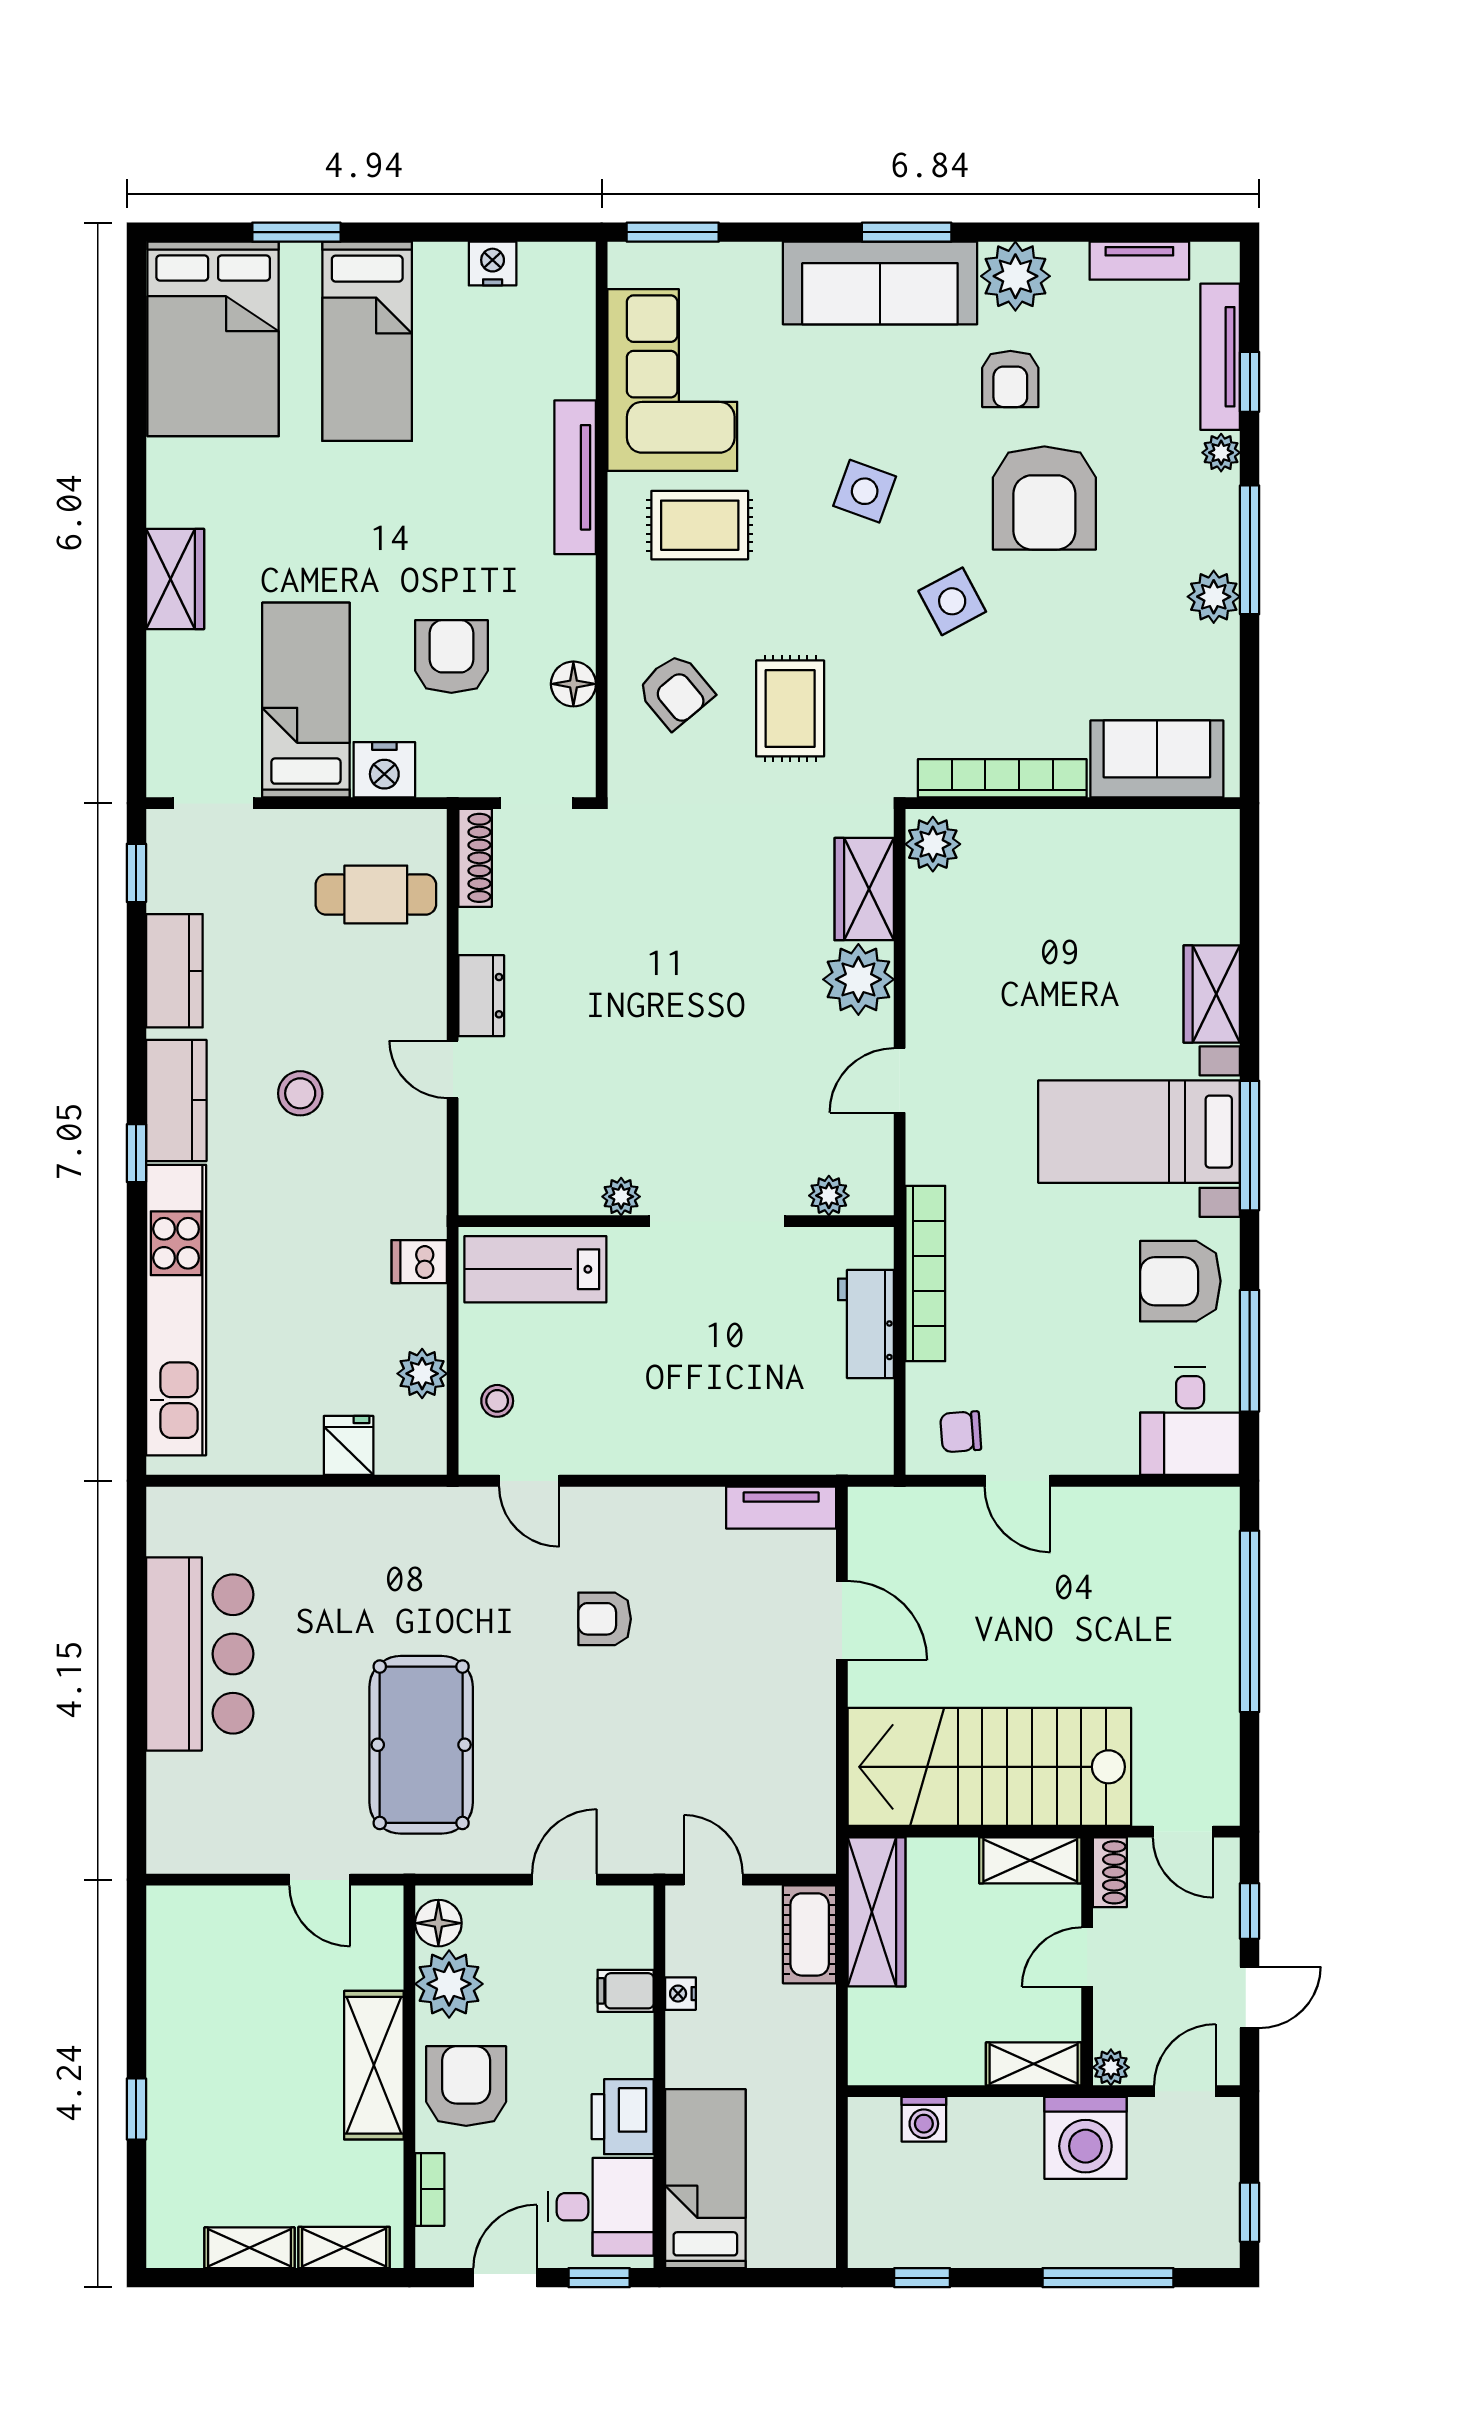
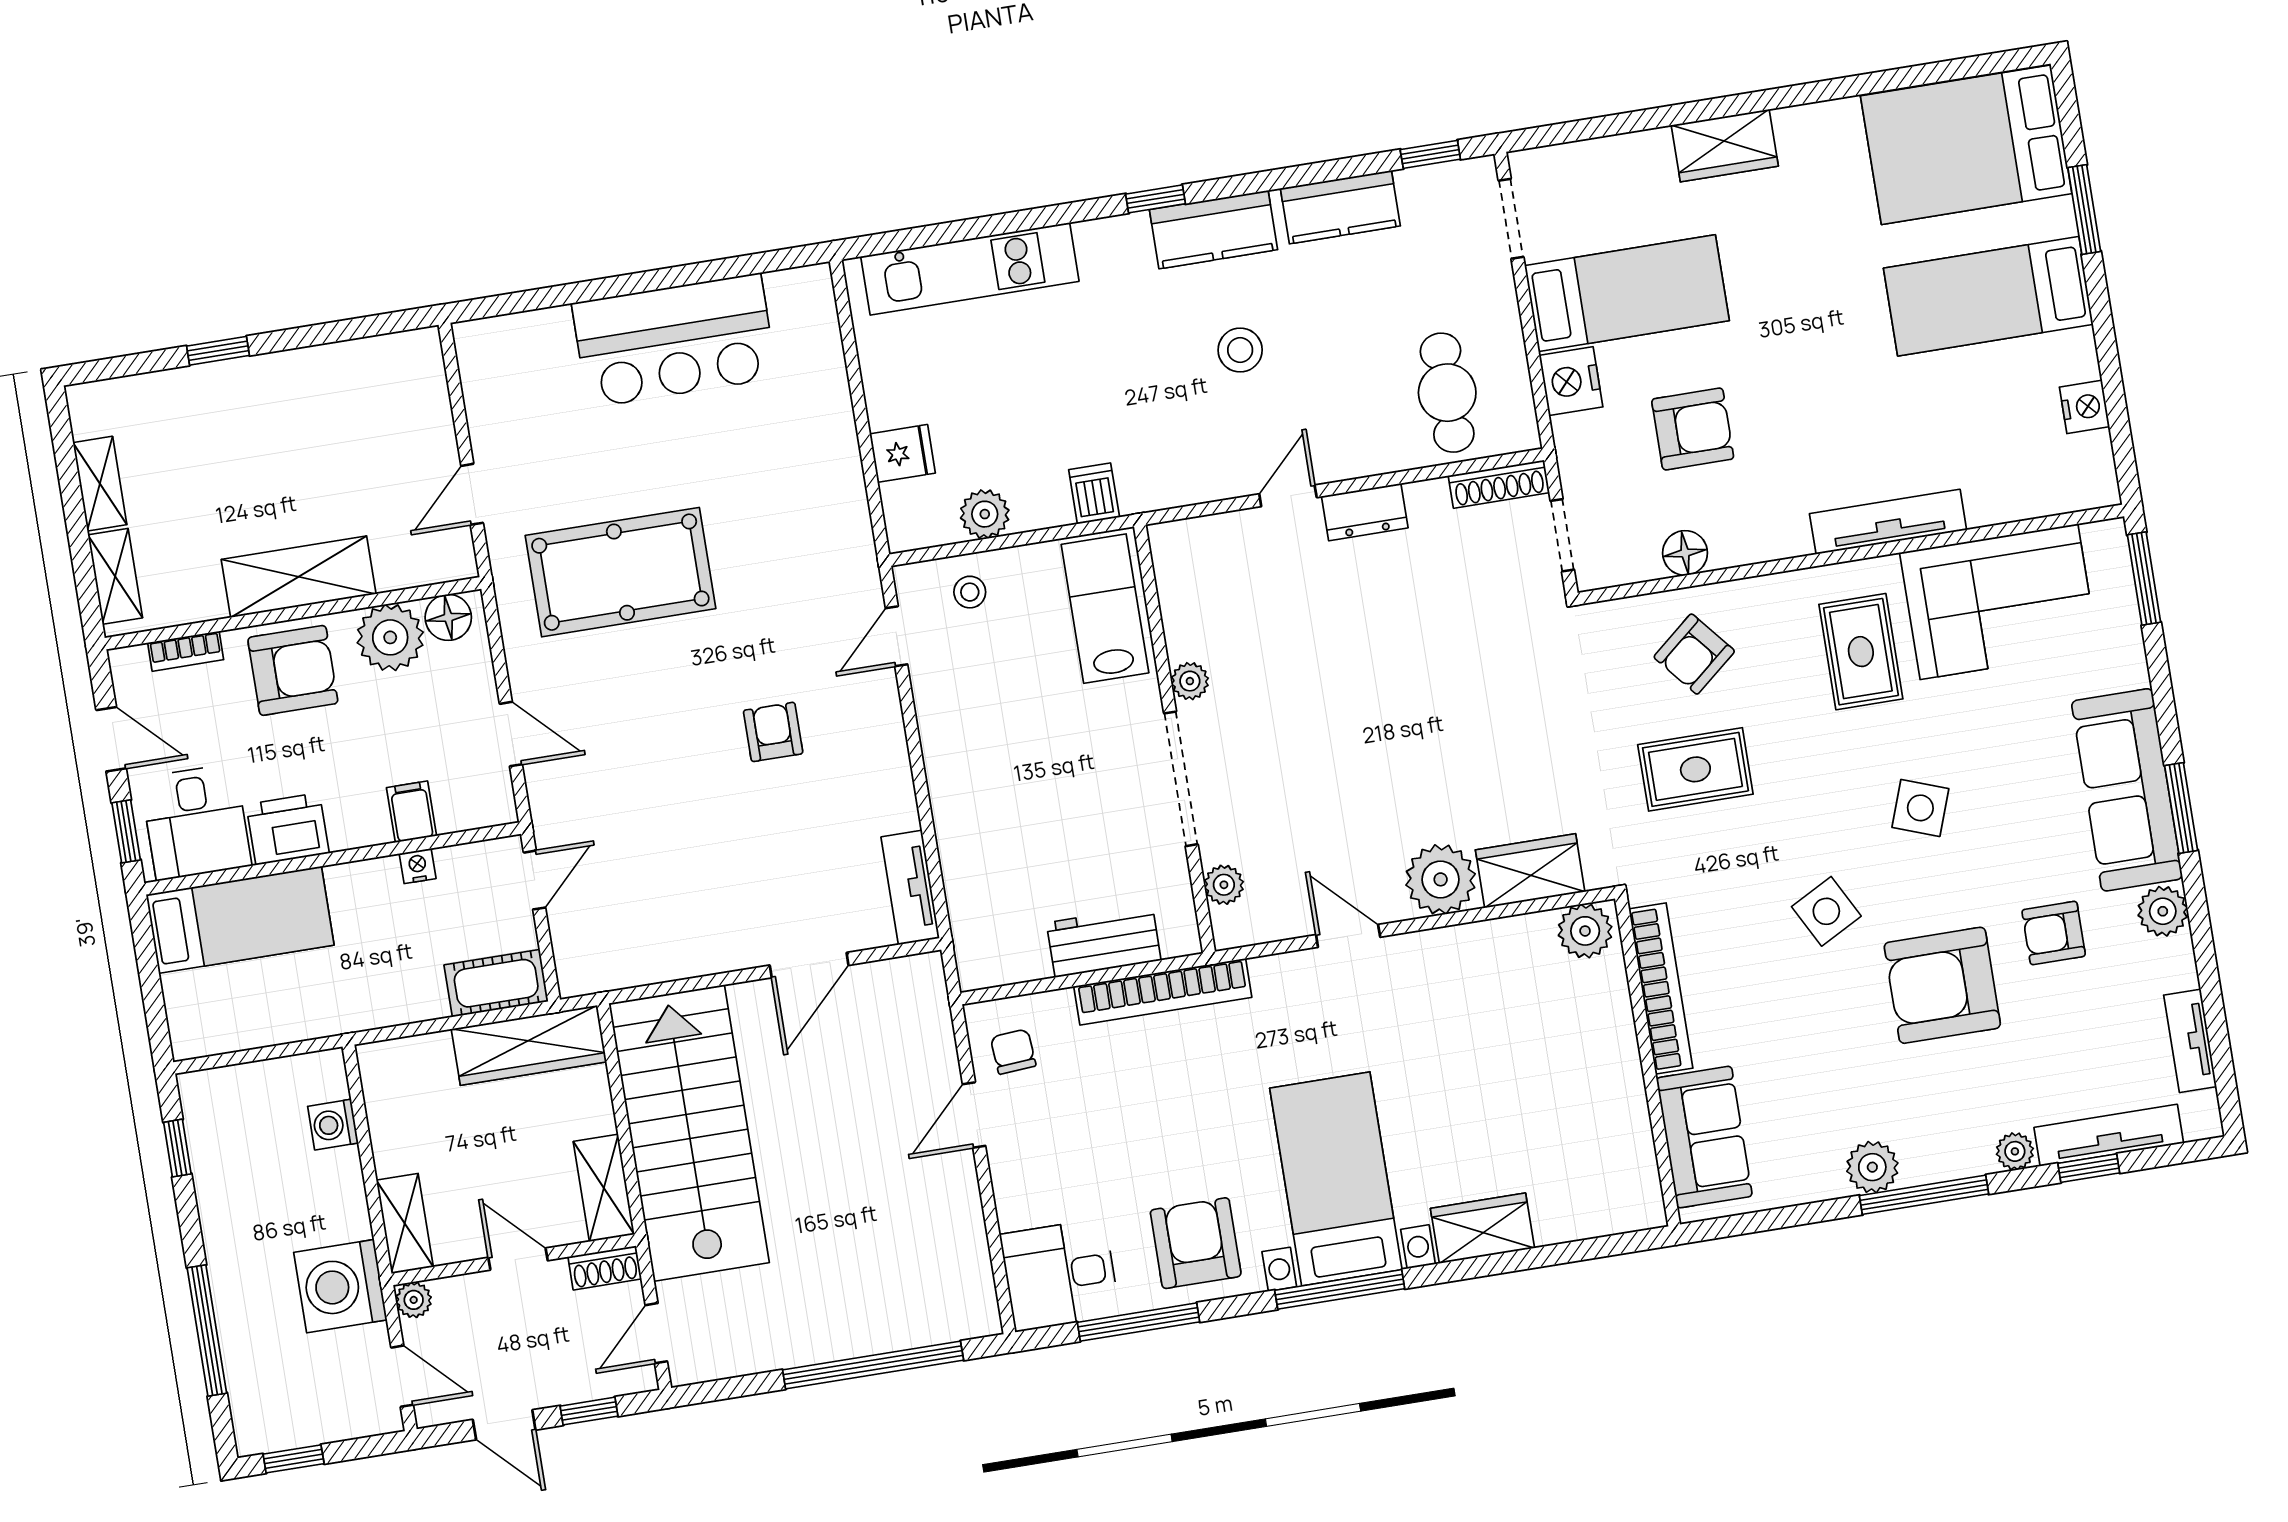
plant: (1015, 276) -> (2163, 911), width x0.73, depth x0.73
kitchen unit: (176, 1310) -> (970, 269), width x0.73

